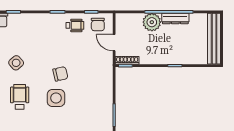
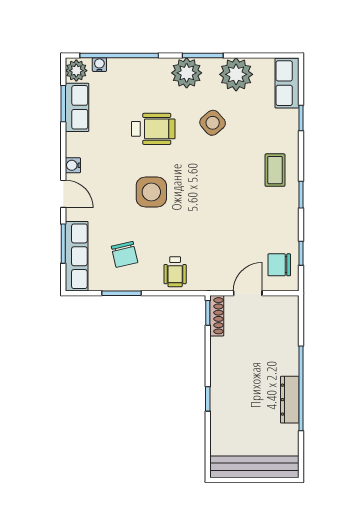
plant: (152, 22) -> (283, 359), removed
wheelchair: (75, 25) -> (175, 272), moved
coffee table: (43, 27) -> (275, 170), added
chair: (60, 74) -> (125, 254), moved

